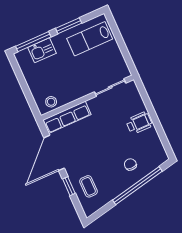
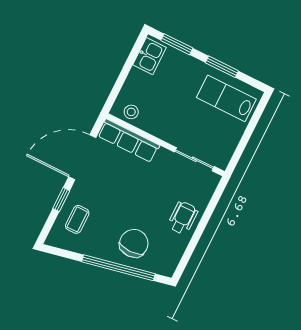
window: (33, 42) -> (177, 44), width x0.69
kitchen sink: (42, 50) -> (149, 56), moved, turned -90
wheelchair: (139, 123) -> (183, 218), turned -90
chair: (130, 164) -> (134, 243), width x1.87, depth x1.87

